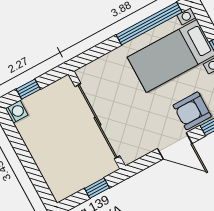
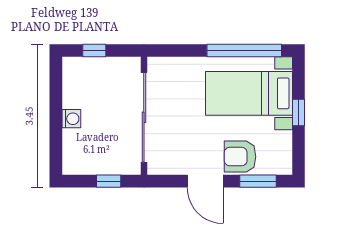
washing machine: (17, 112) -> (71, 119), moved

